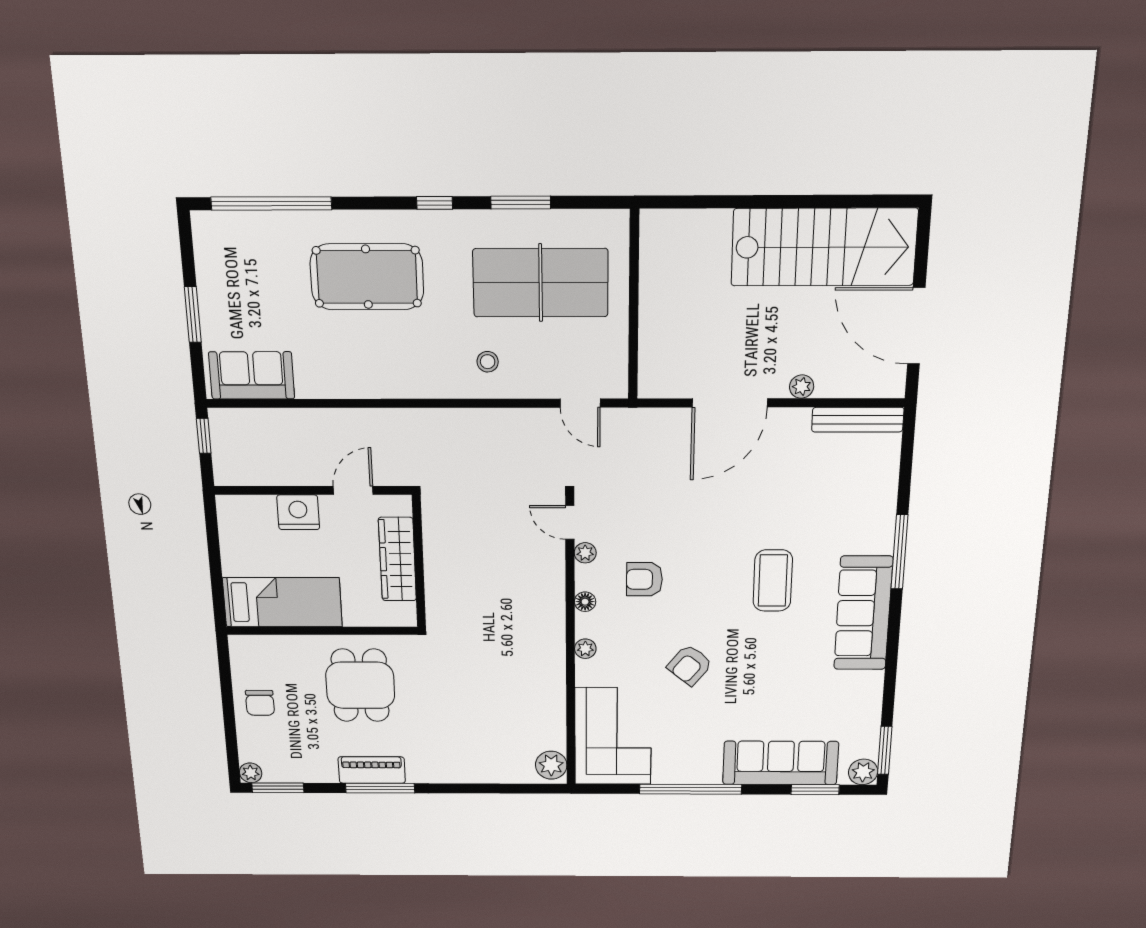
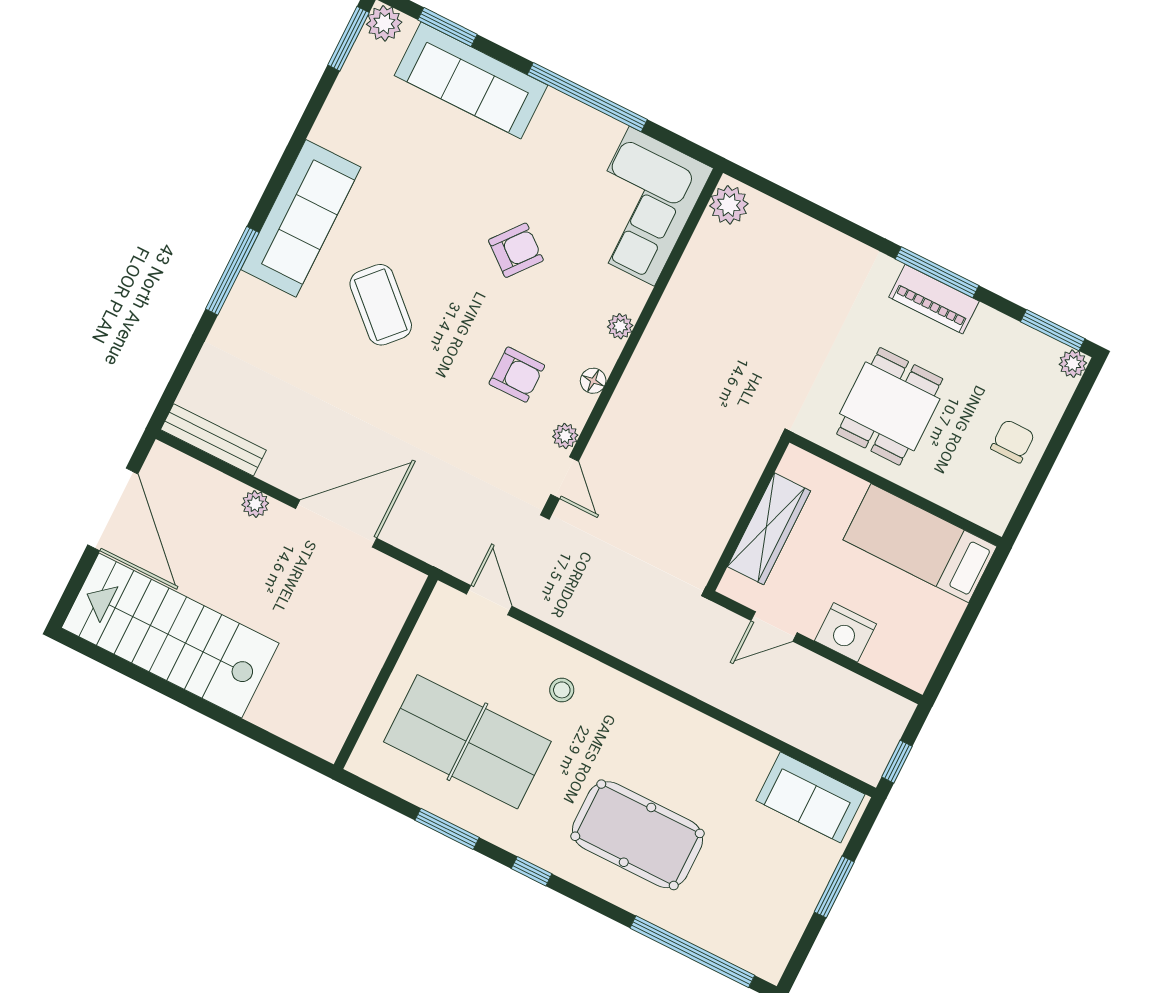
coffee table: (773, 581) -> (381, 305), turned -47

